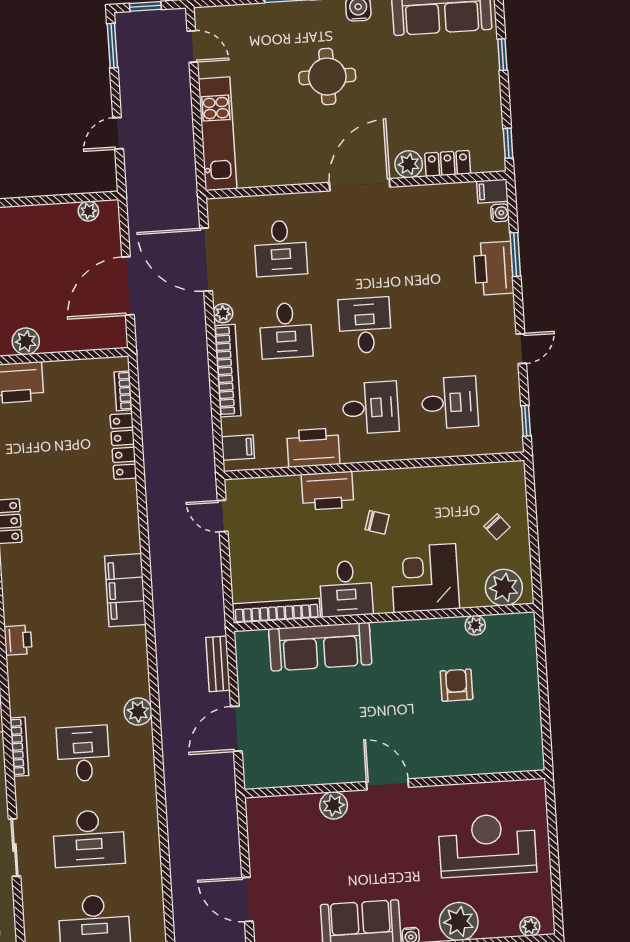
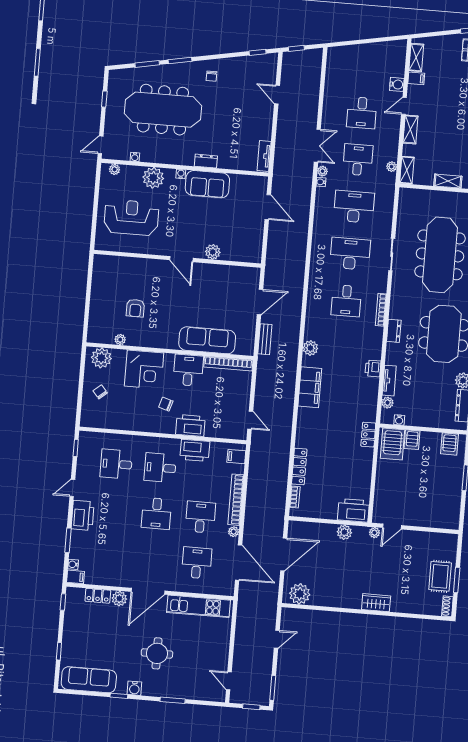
kitchen unit: (218, 134) -> (198, 606), moved, turned -90
plant: (88, 211) -> (300, 594), width x1.88, depth x1.88
printer: (494, 268) -> (83, 515), moved
plant: (138, 712) -> (310, 348), moved
reception desk: (487, 845) -> (131, 218), turned 180

